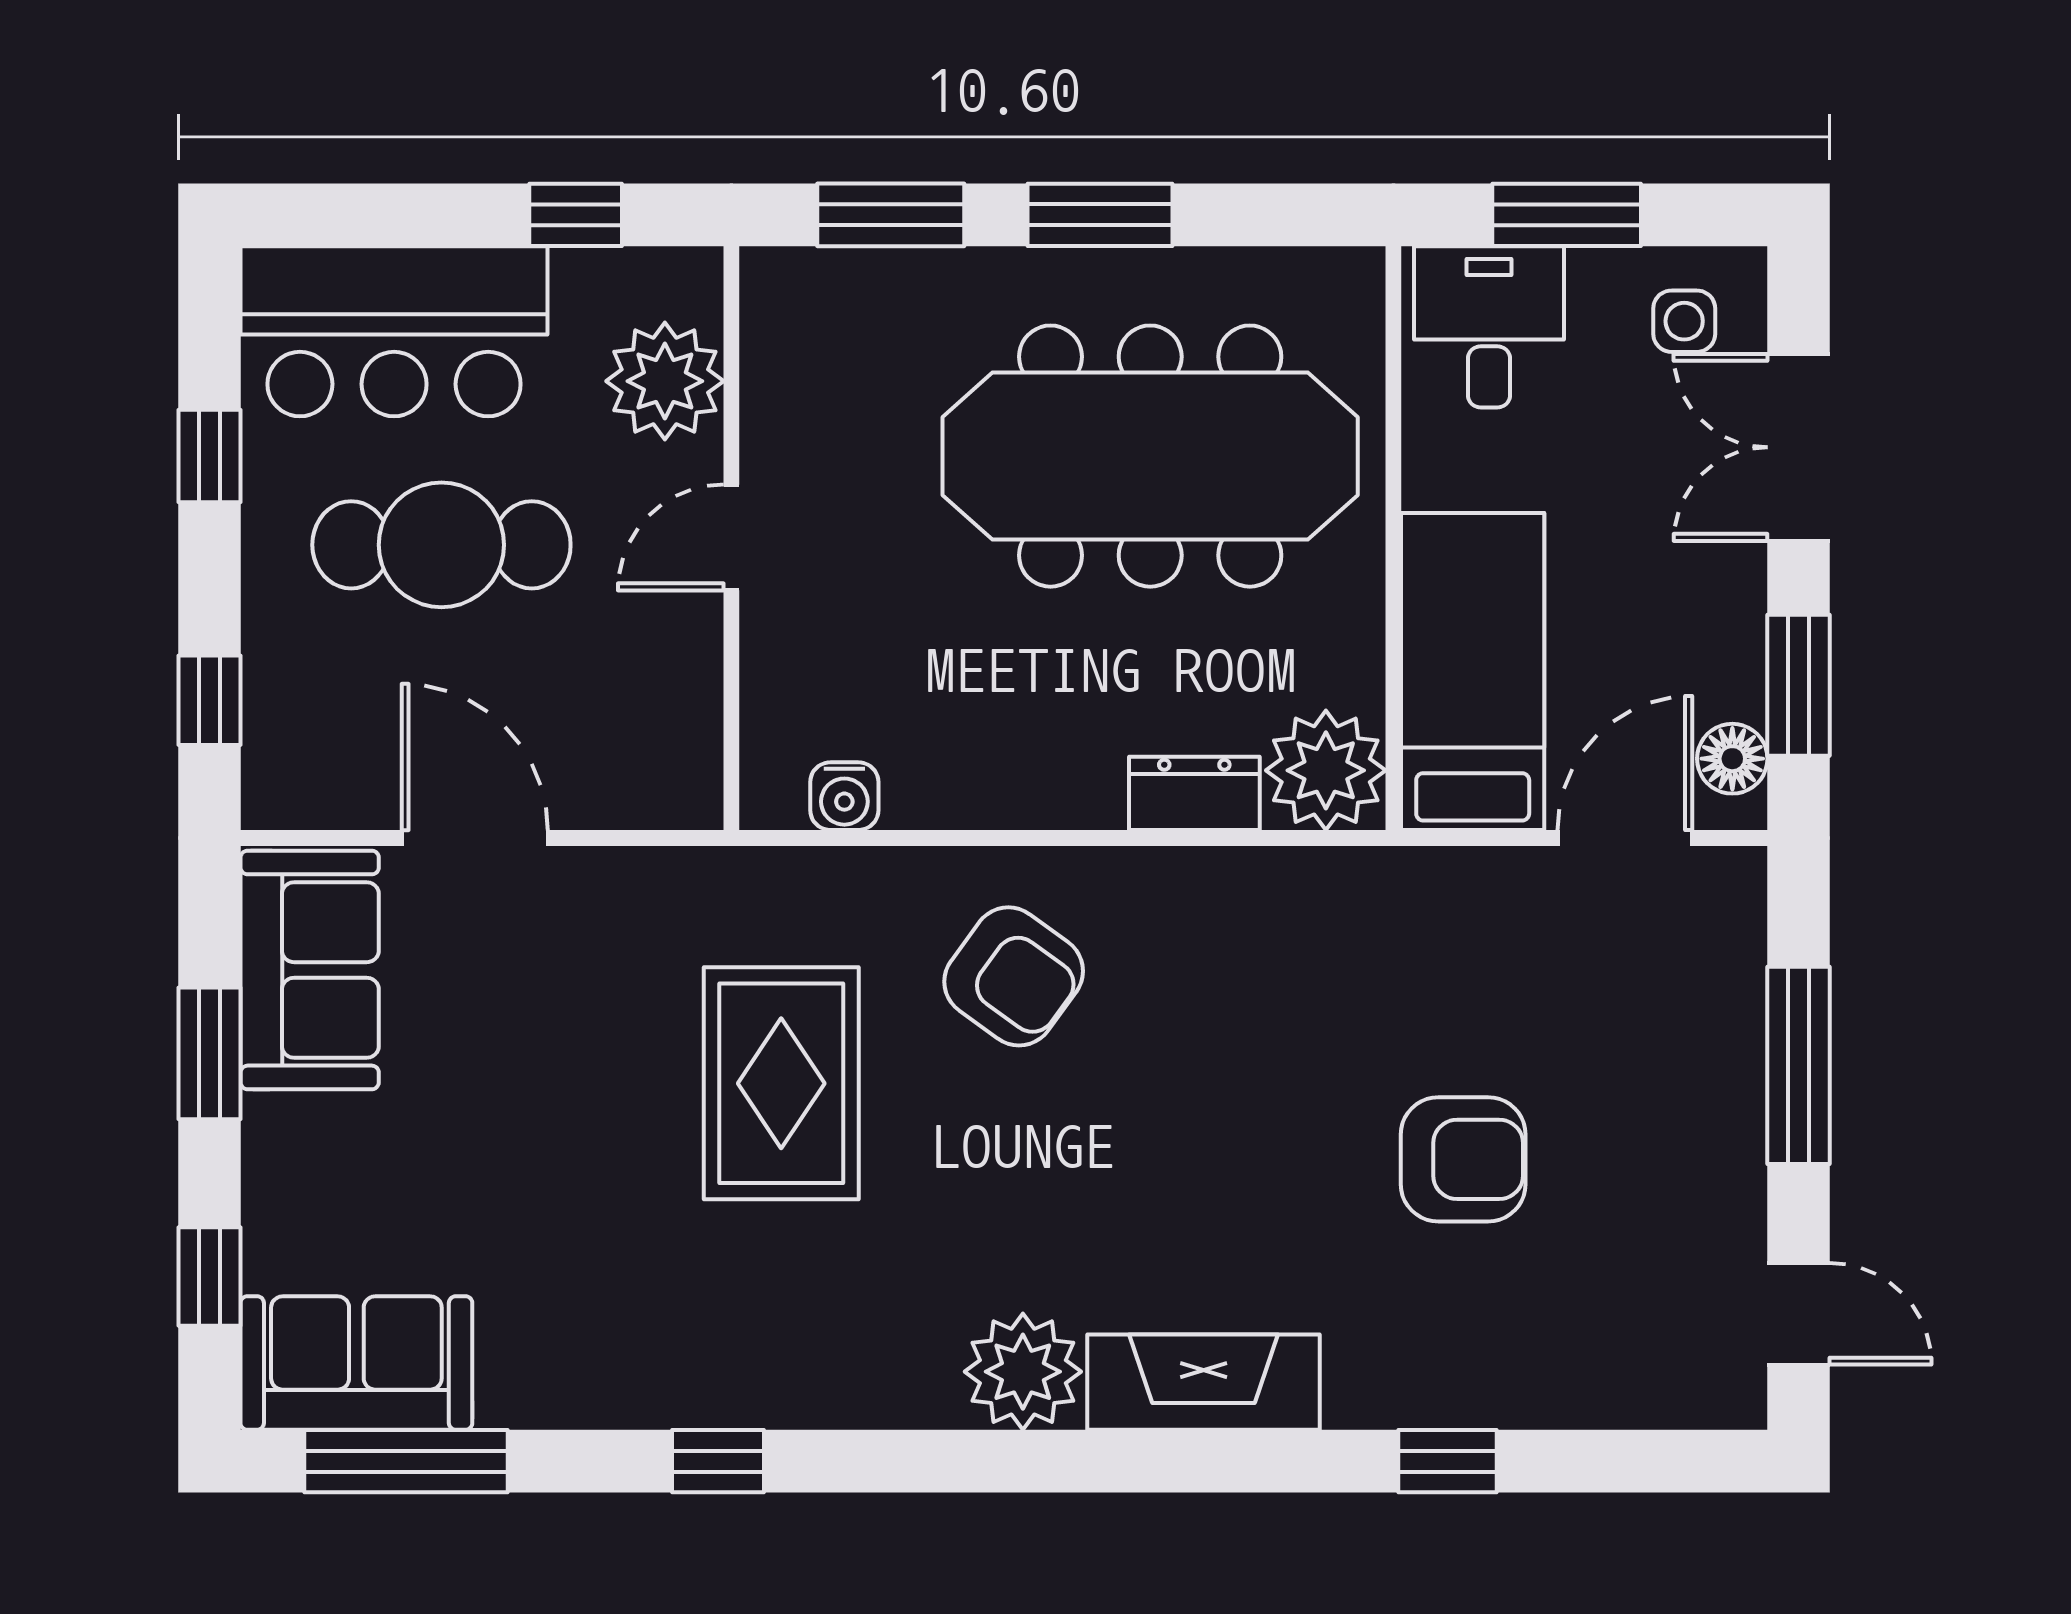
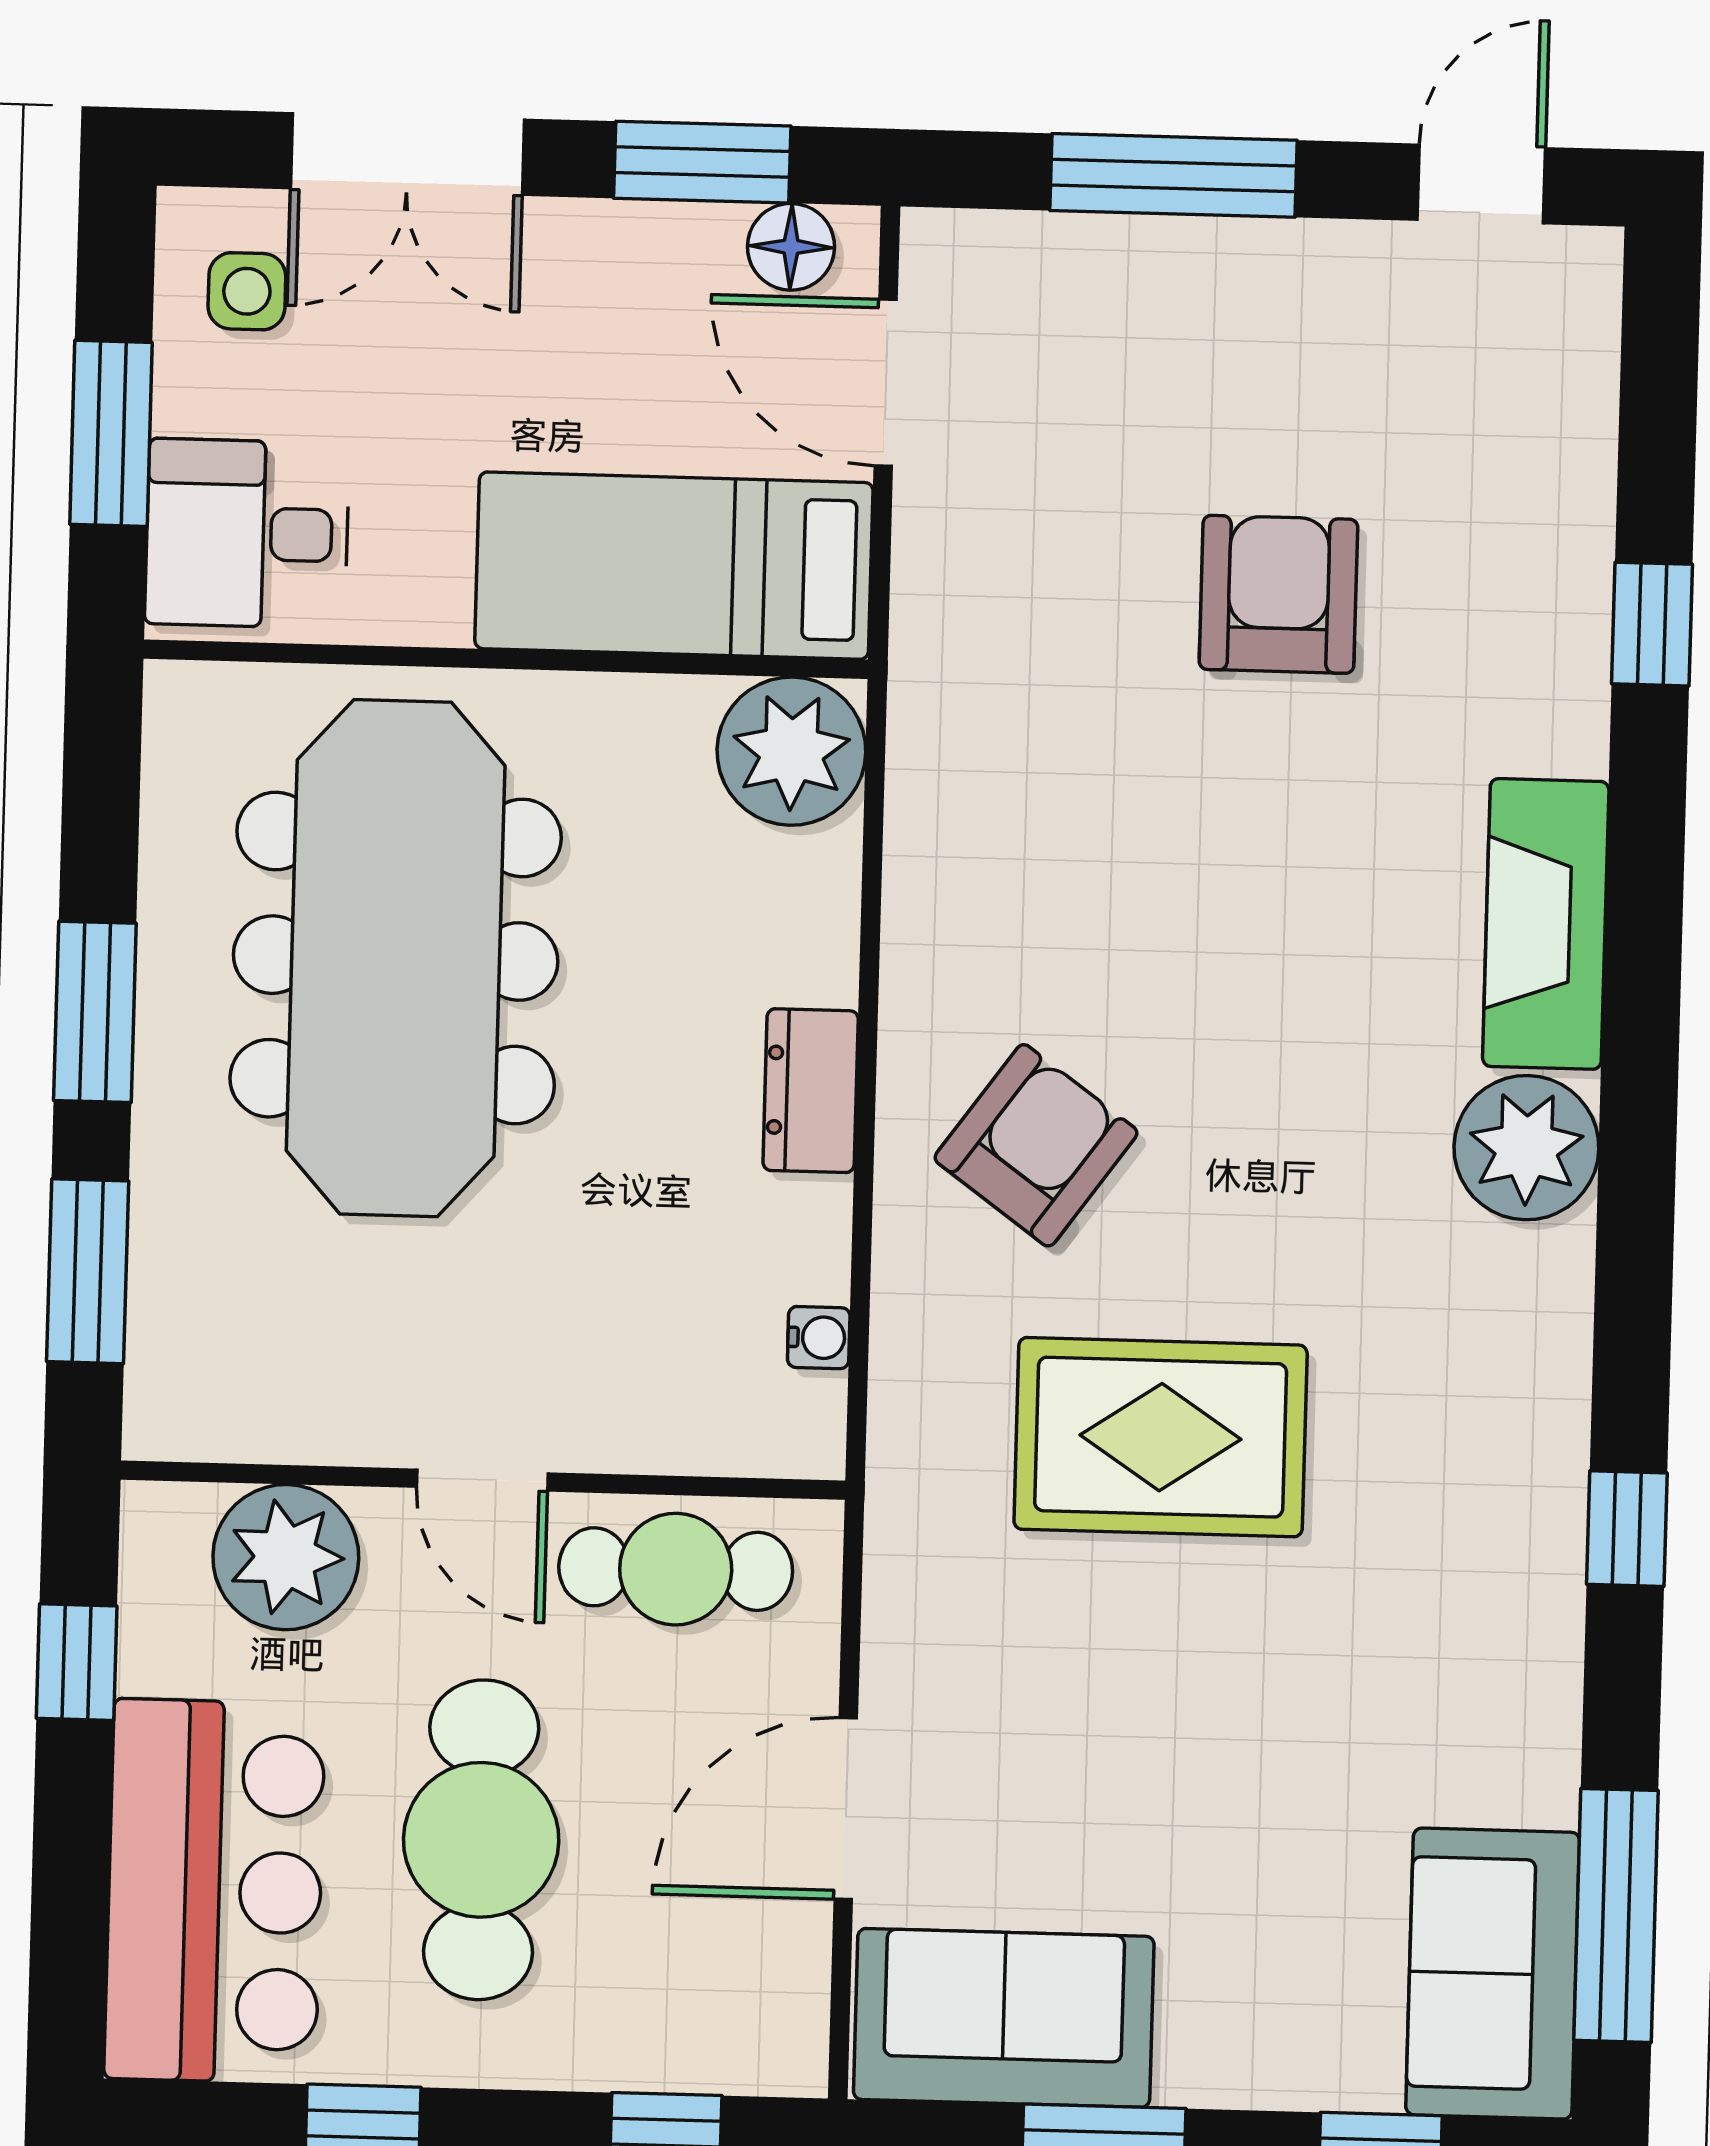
cafe table: (664, 695) -> (676, 1569), added
dresser: (1194, 793) -> (811, 1091), moved
water cooler: (844, 796) -> (819, 1338), width x0.72, depth x0.72

